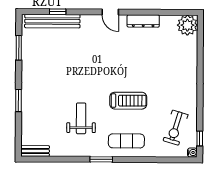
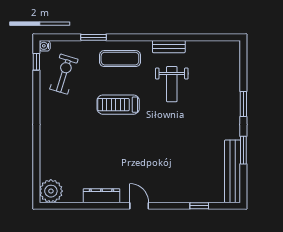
bench: (52, 21) -> (233, 171), moved, turned 90
window: (19, 48) -> (243, 150), moved
bench: (35, 151) -> (169, 47), moved
window: (101, 159) -> (93, 37), moved

